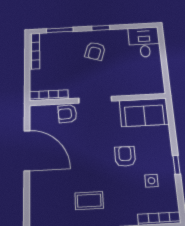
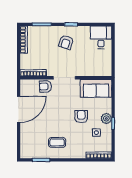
door: (27, 151) -> (19, 109), hinge flipped
plant: (165, 157) -> (106, 118), added

